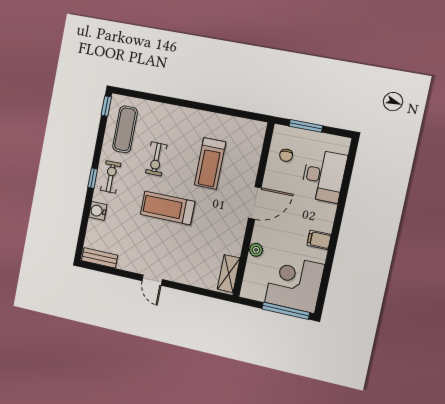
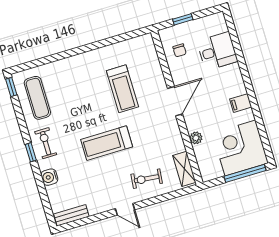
window: (306, 126) -> (183, 19), width x0.67
exercise bike: (156, 159) -> (147, 179), moved, turned 96
desk: (324, 176) -> (217, 51), width x0.73

